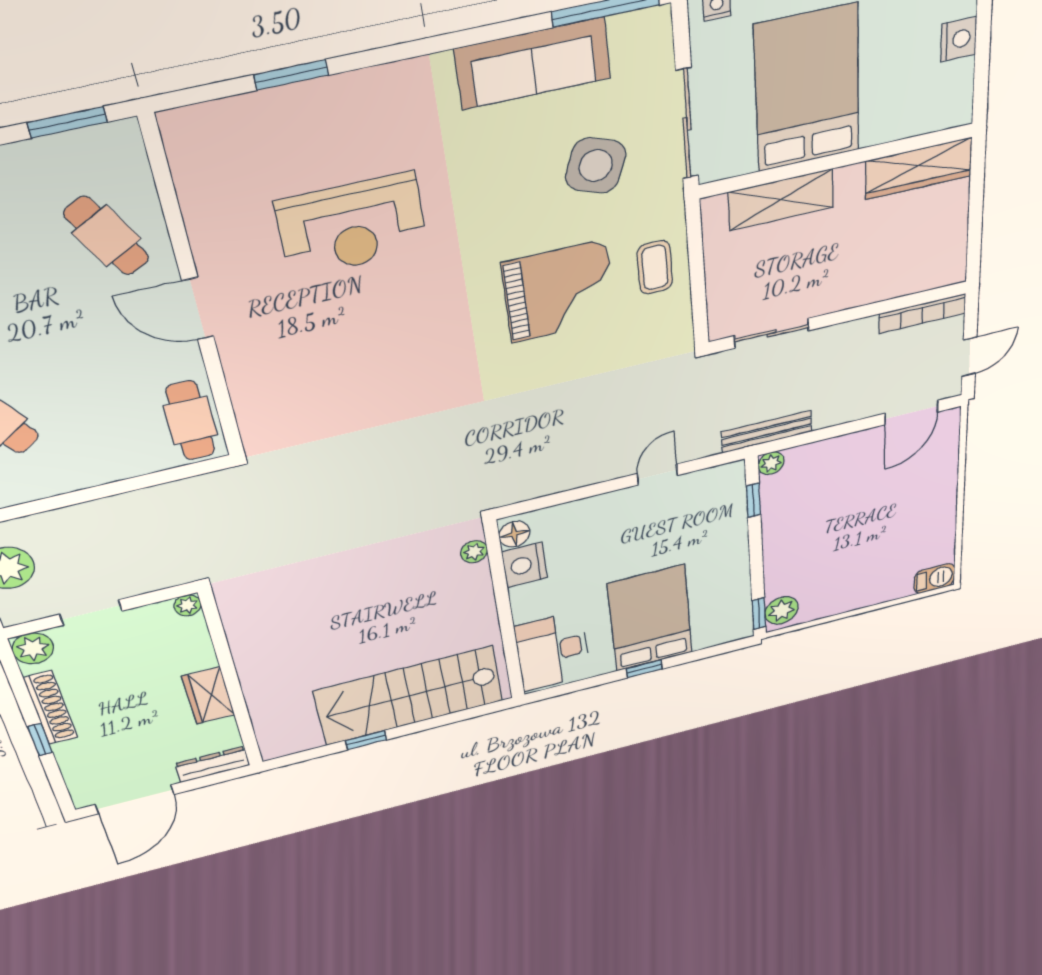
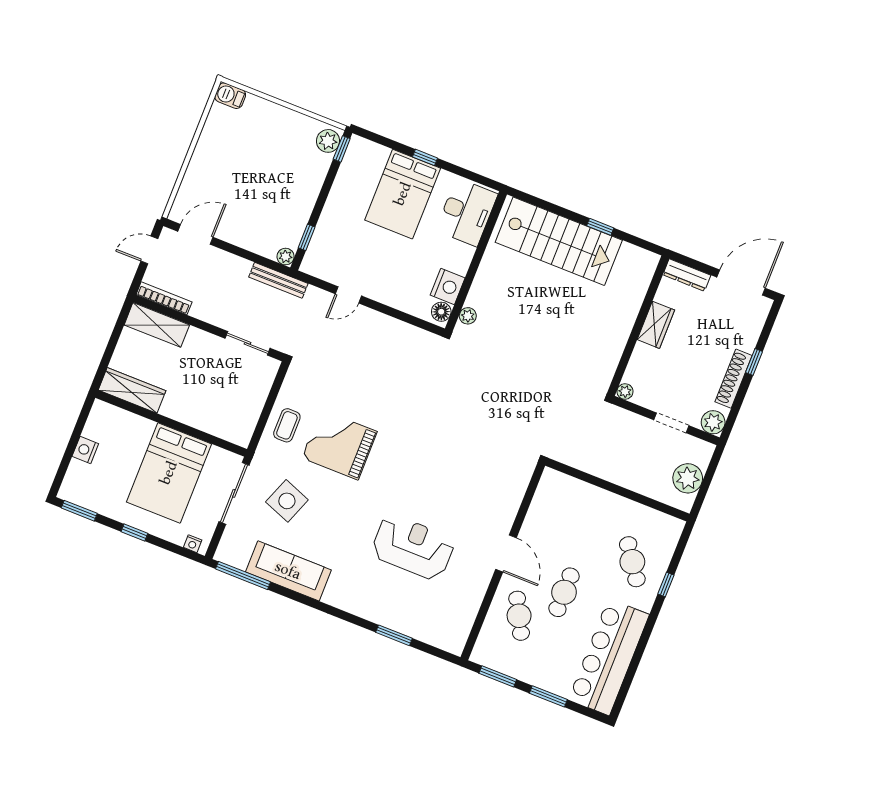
shelving: (781, 200) -> (157, 325), moved
cafe table: (190, 421) -> (564, 592), moved

